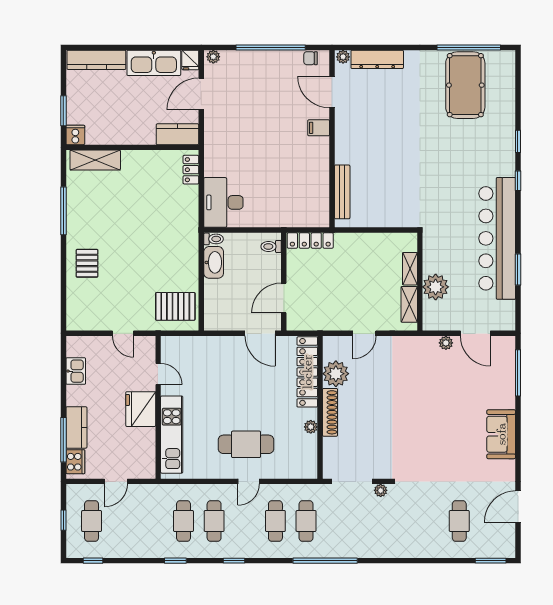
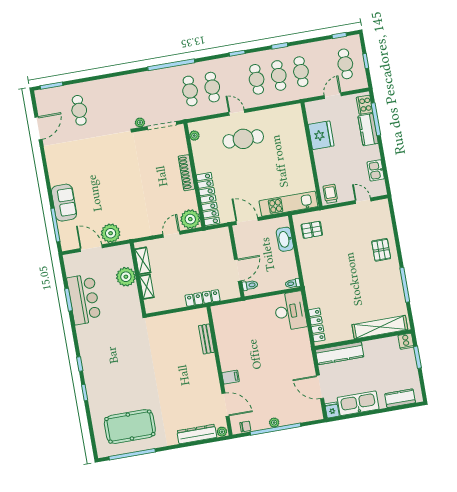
plant: (213, 57) -> (274, 423), moved
kitchen counter: (96, 60) -> (400, 398), width x0.67
pool table: (465, 85) -> (130, 427), turned 90
door: (201, 94) -> (320, 387), swing flipped
kitchen counter: (177, 134) -> (340, 353), width x1.50
shelving: (95, 160) -> (380, 327), width x1.47
locker: (191, 170) -> (317, 325), width x1.53
bench: (342, 192) -> (206, 339), width x0.73
bar counter: (497, 238) -> (84, 299), width x0.54
locker: (310, 240) -> (203, 298), moved
washbasin: (214, 262) -> (285, 239), moved
door: (284, 298) -> (238, 270), moved
pallet: (175, 306) -> (312, 230), width x0.67, depth x0.71
door: (123, 333) -> (363, 201), moved
plant: (446, 343) -> (111, 233), width x1.88, depth x1.88
trolley: (142, 350) -> (330, 194), added
door: (158, 374) -> (316, 179), removed
plant: (336, 374) -> (190, 219), moved
fridge: (141, 409) -> (321, 135), moved
plant: (311, 427) -> (194, 136), moved
sofa: (501, 434) -> (64, 203), moved
kitchen unit: (172, 435) -> (288, 204), moved, turned 90
door: (248, 481) -> (237, 112), hinge flipped
cafe table: (153, 521) -> (301, 72), added

